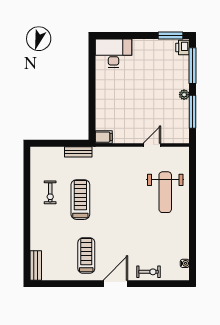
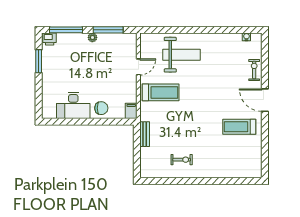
window: (170, 36) -> (39, 61), moved
desk: (114, 53) -> (73, 105), moved, turned -90
chair: (107, 104) -> (101, 108), added
door: (152, 145) -> (138, 67), swing flipped
treadmill: (80, 200) -> (161, 92), moved, turned 180
bench: (36, 265) -> (248, 173), removed

